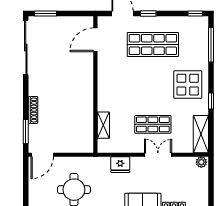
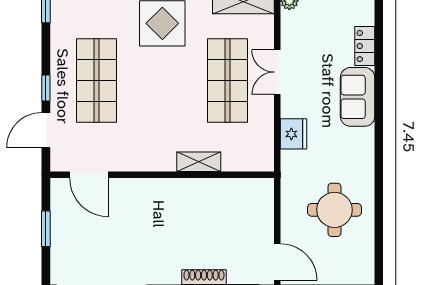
window: (46, 14) -> (46, 229), moved
shop shelf: (153, 124) -> (228, 80), width x1.43, depth x1.36
shelving: (103, 125) -> (199, 162), moved

